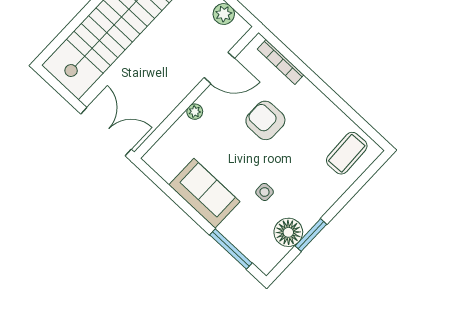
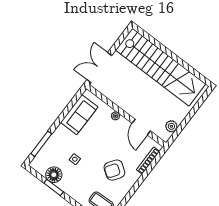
armchair: (265, 120) -> (114, 170), moved, turned -145
double door: (106, 132) -> (99, 68), swing flipped
sofa: (204, 193) -> (79, 115), moved

